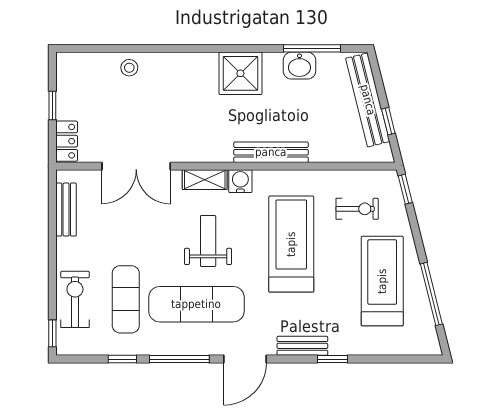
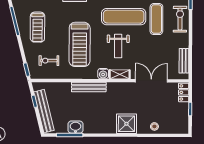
shower: (240, 73) -> (126, 124), moved
treadmill: (382, 281) -> (37, 27), width x0.73, depth x0.73
exercise bike: (75, 299) -> (180, 19), turned 180

